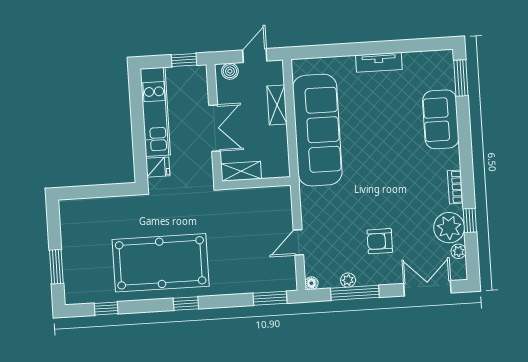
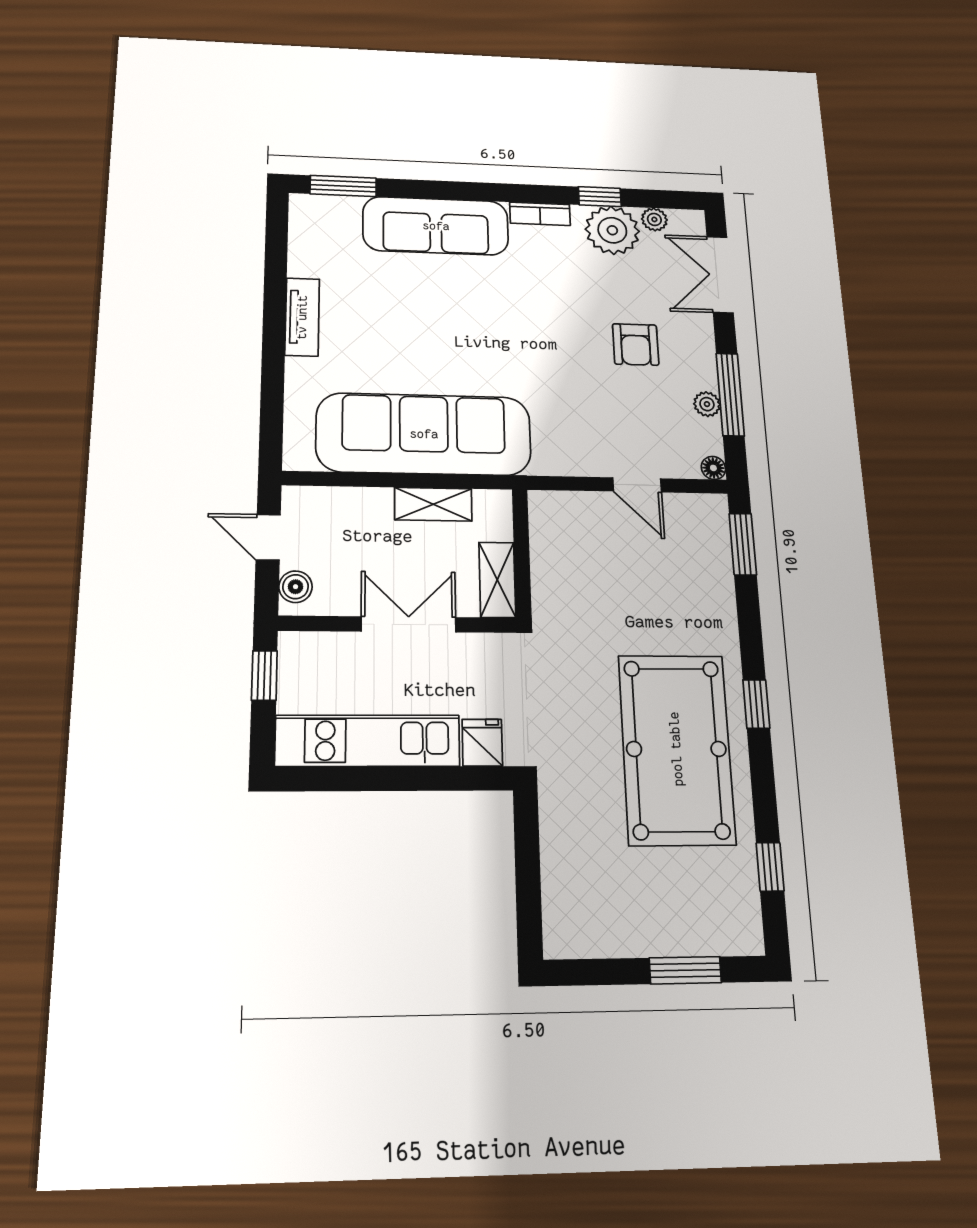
shelving: (277, 105) -> (433, 504), moved
sofa: (441, 119) -> (436, 226), width x1.36

